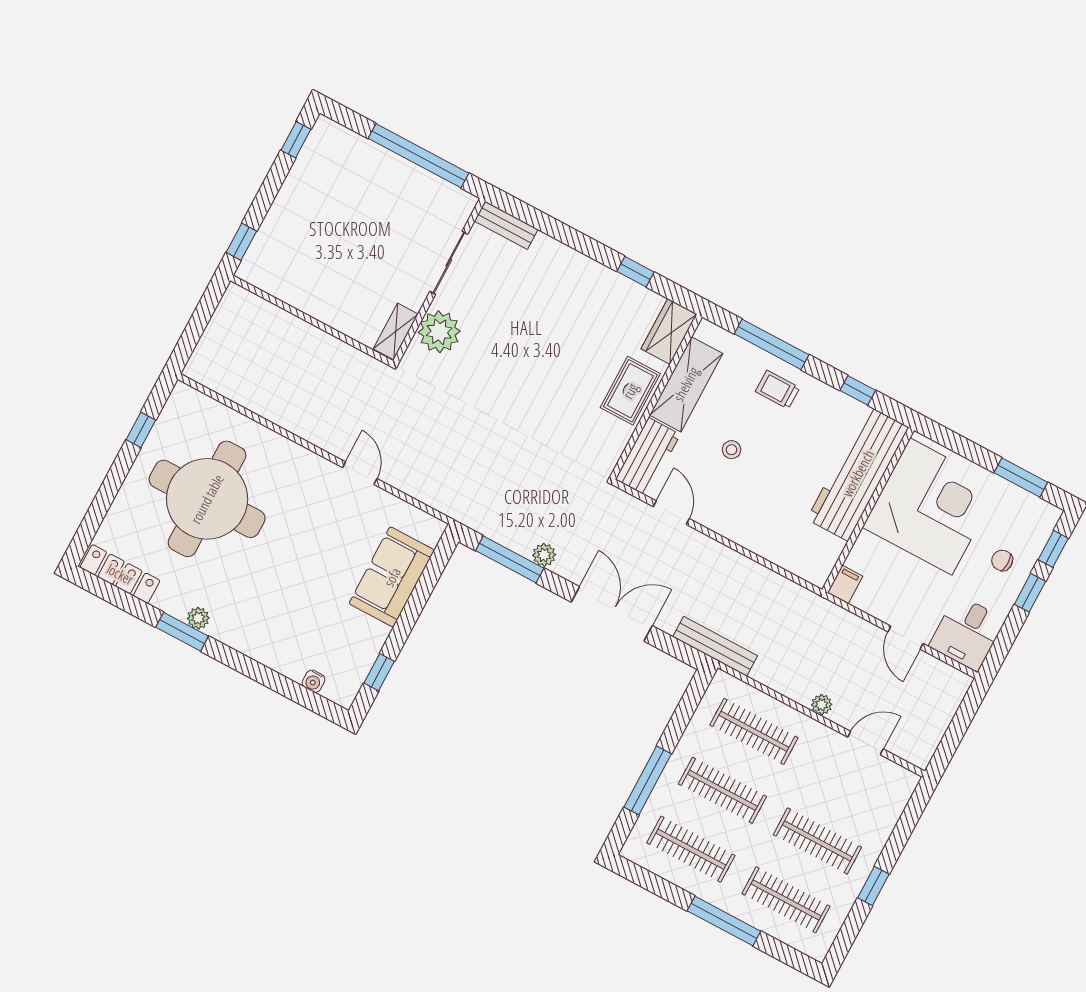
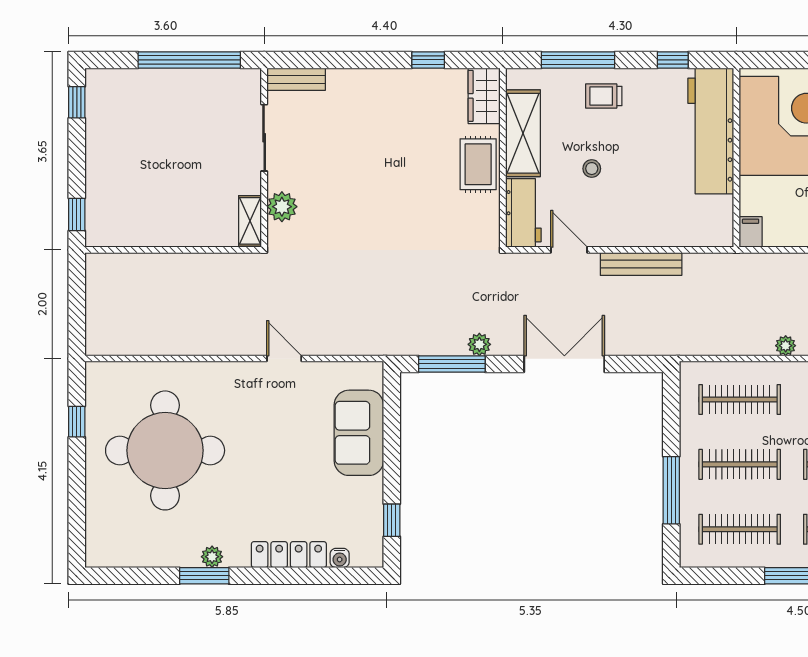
plant: (439, 332) -> (282, 207), width x0.73, depth x0.73
locker: (120, 574) -> (289, 555), moved
bench: (715, 646) -> (641, 264), moved

